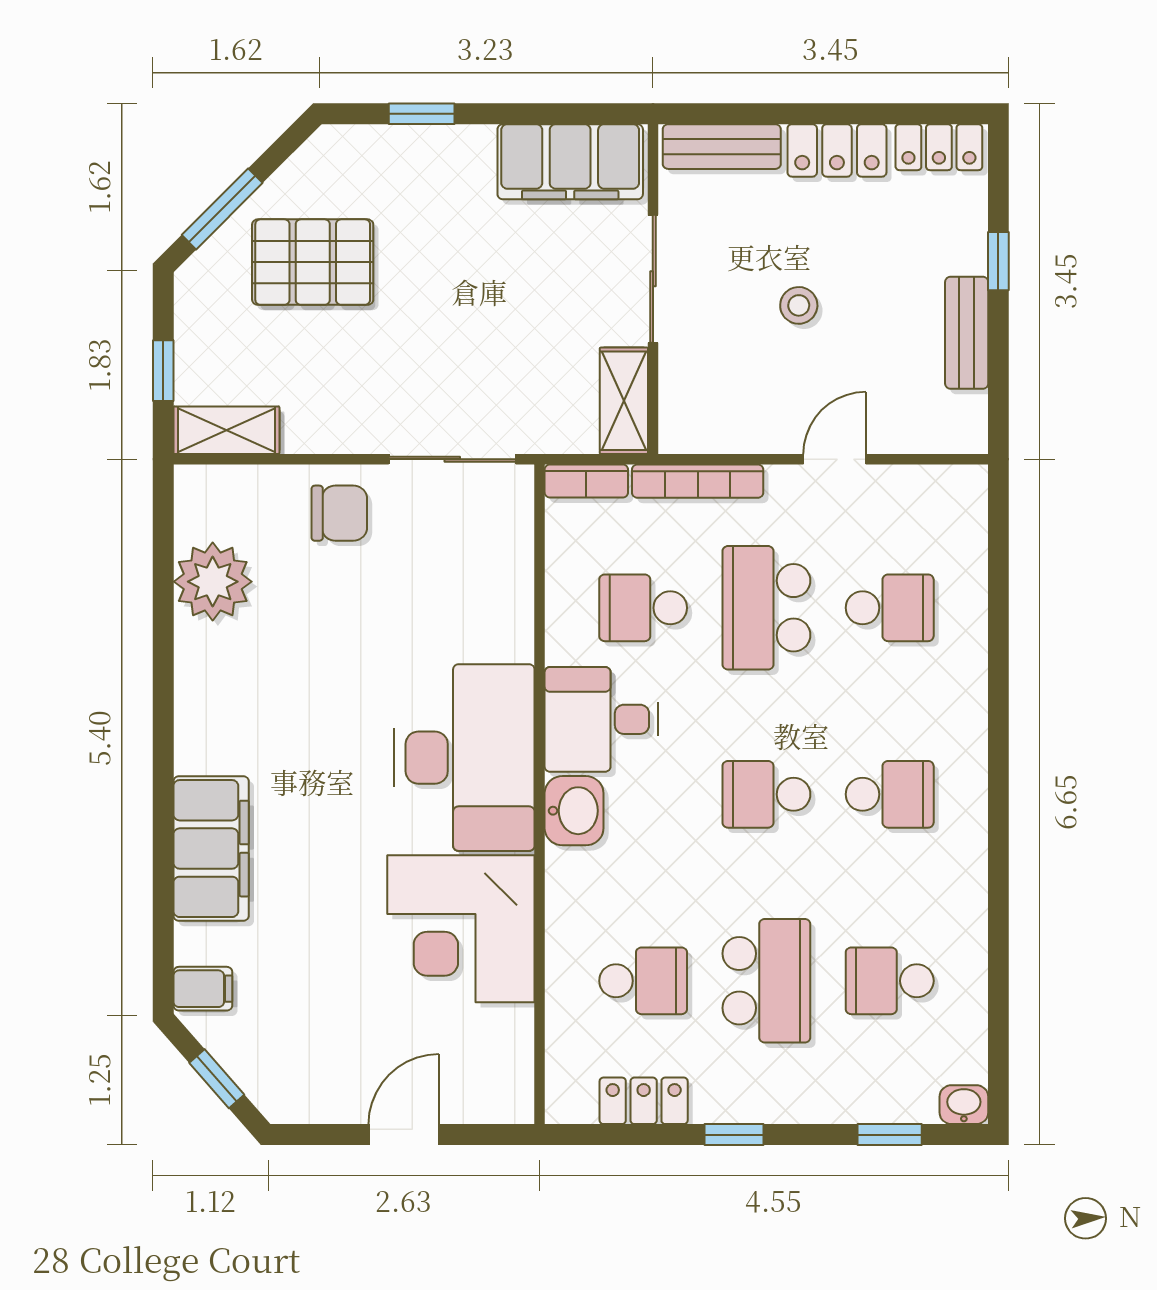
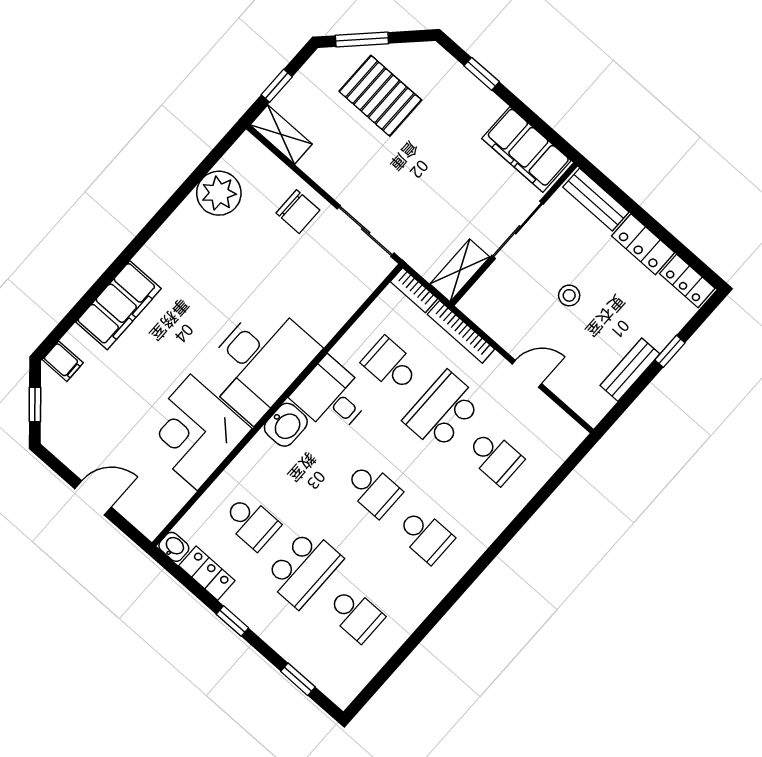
school desk: (766, 794) -> (373, 490), turned 180
school desk: (890, 981) -> (355, 614), turned 180
washbasin: (964, 1105) -> (174, 547), moved

